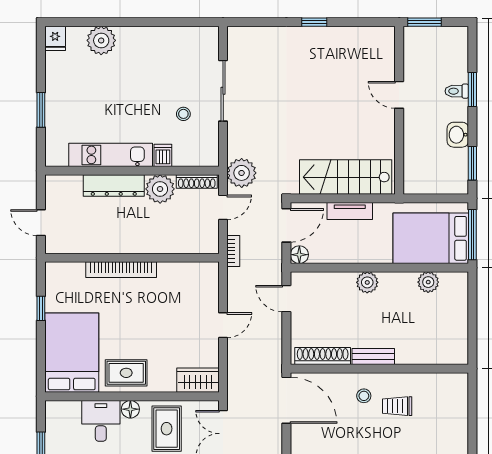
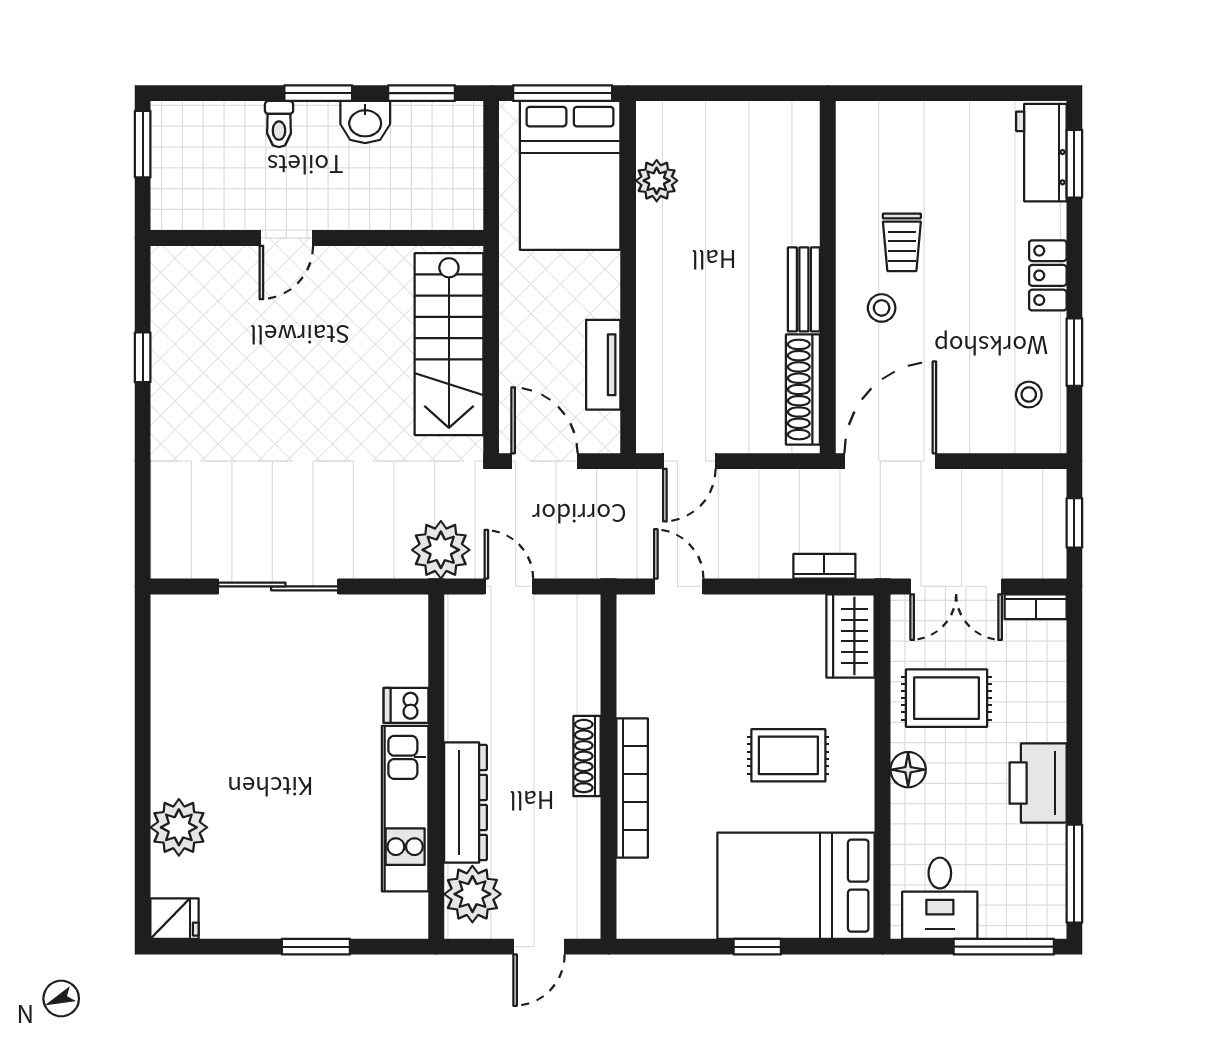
window: (314, 22) -> (143, 357), moved
window: (424, 22) -> (143, 144), moved
window: (472, 90) -> (318, 93), moved
stool: (183, 114) -> (324, 665), removed
shoe rack: (197, 182) -> (587, 756), moved, turned 180
plant: (160, 189) -> (472, 894), moved
tv unit: (350, 211) -> (603, 365), moved, turned 180
bookcase: (233, 251) -> (824, 566), moved
floor lamp: (299, 255) -> (603, 436), removed
plant: (367, 282) -> (657, 301), removed
window: (41, 308) -> (757, 947), moved
door: (223, 325) -> (679, 586), moved
rug: (126, 373) -> (788, 755), moved, turned 90
desk: (101, 421) -> (940, 898), moved, turned -90

